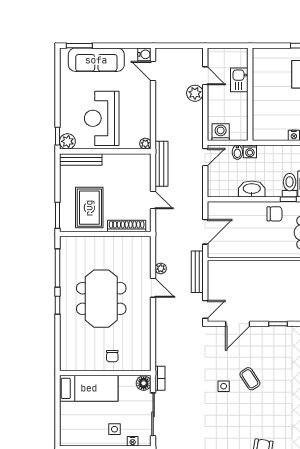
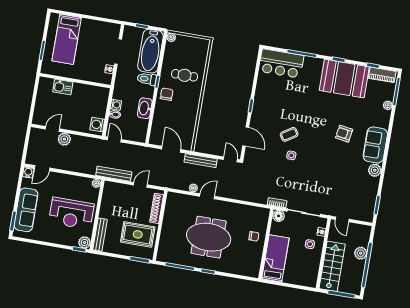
kitchen sink: (239, 80) -> (63, 87), moved
wall: (250, 94) -> (75, 81), moved

